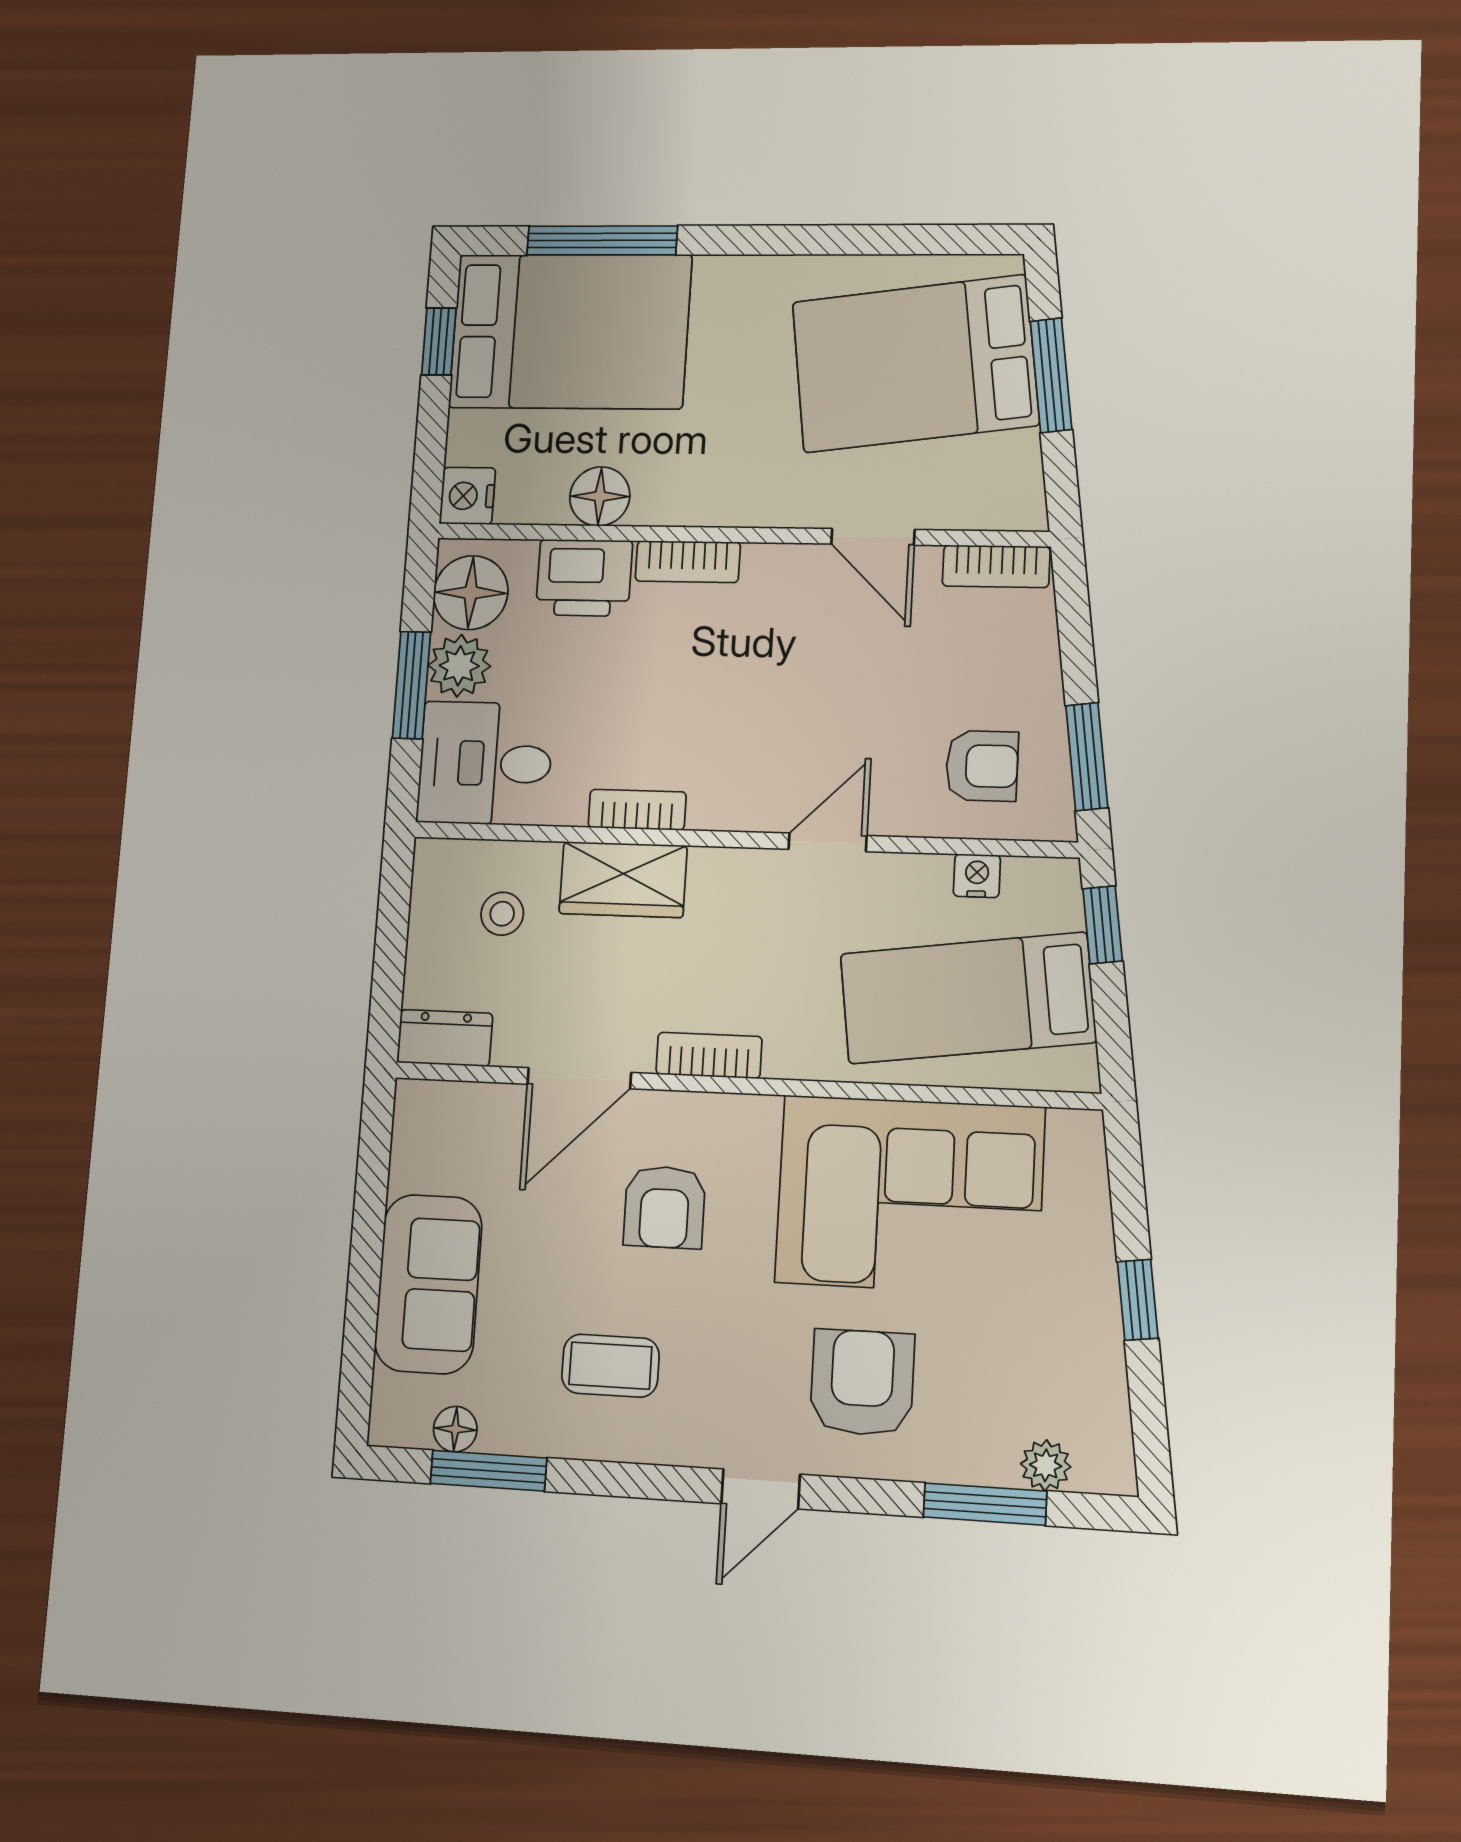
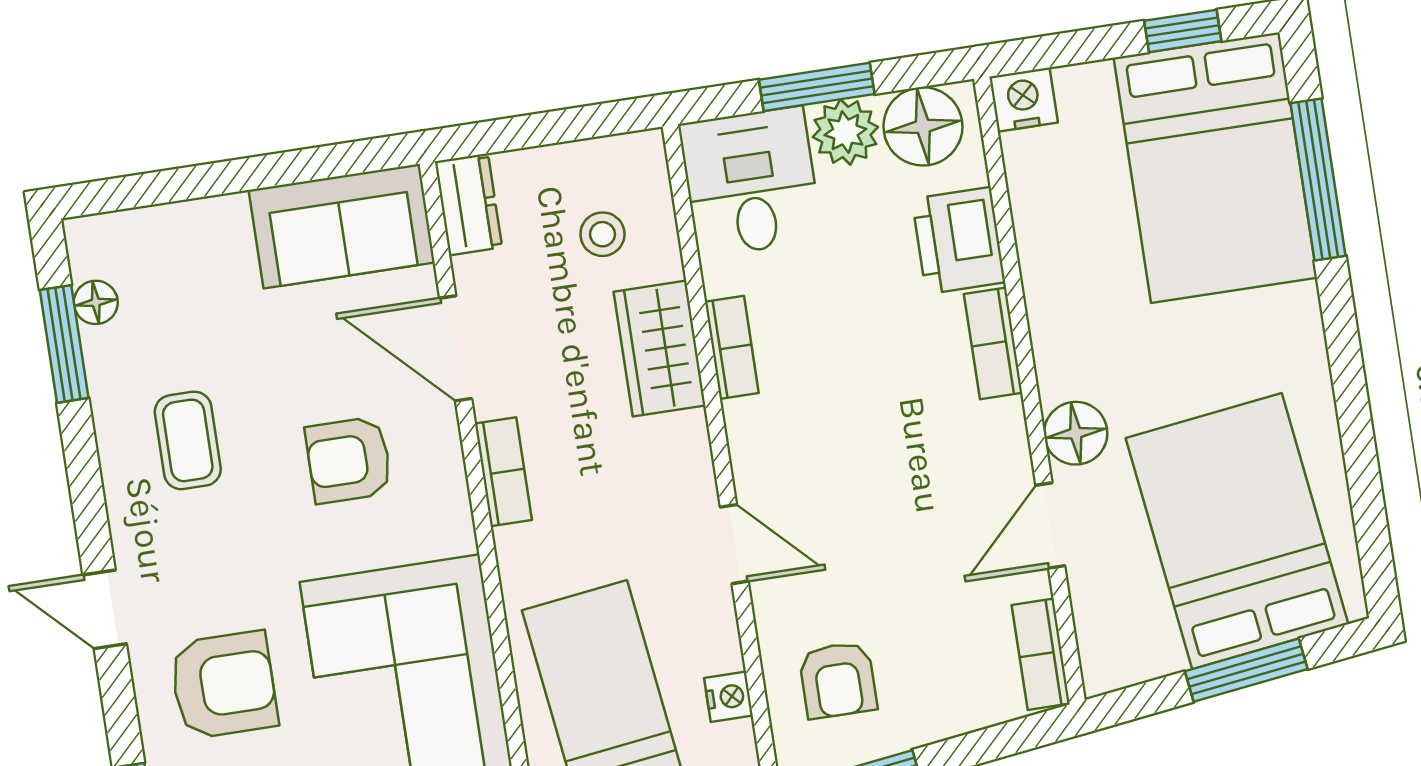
floor lamp: (600, 496) -> (1076, 433), moved
sofa: (428, 1284) -> (342, 226), moved

